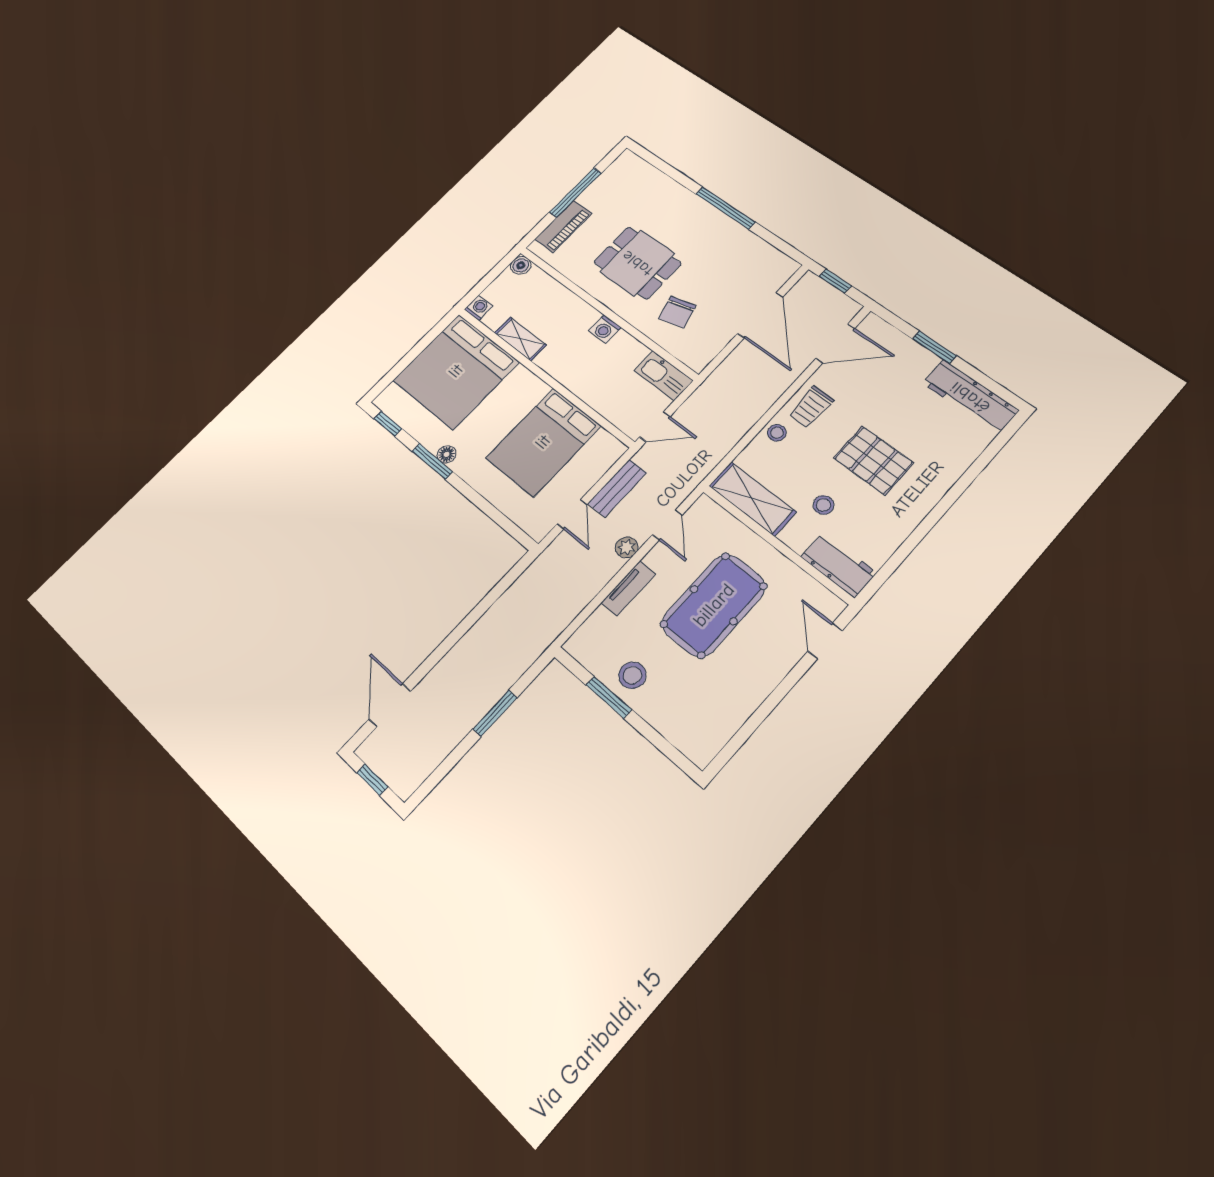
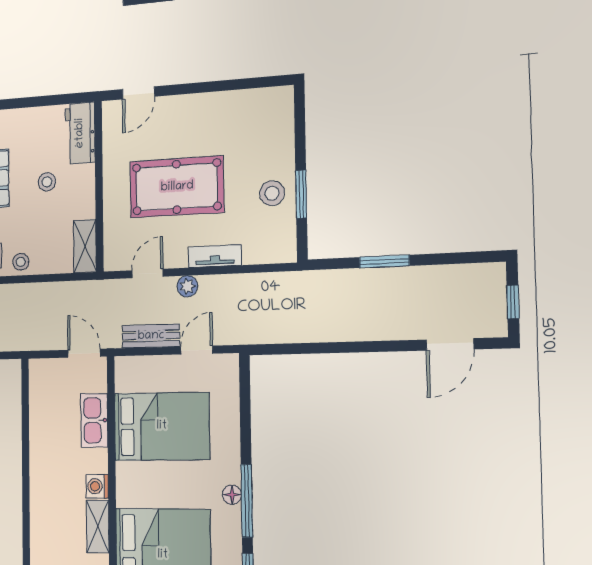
washing machine: (605, 329) -> (97, 486), moved, turned 180
kitchen sink: (663, 375) -> (94, 420), moved, turned 180
window: (432, 461) -> (247, 501), width x1.44
shelving: (752, 499) -> (85, 246), width x0.67, depth x0.75

